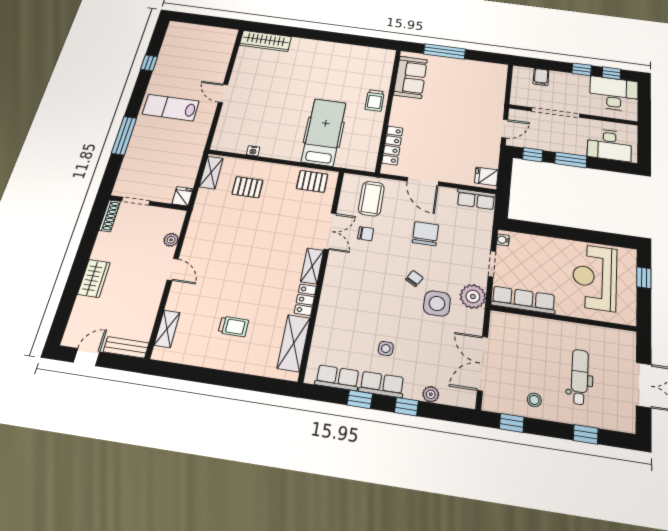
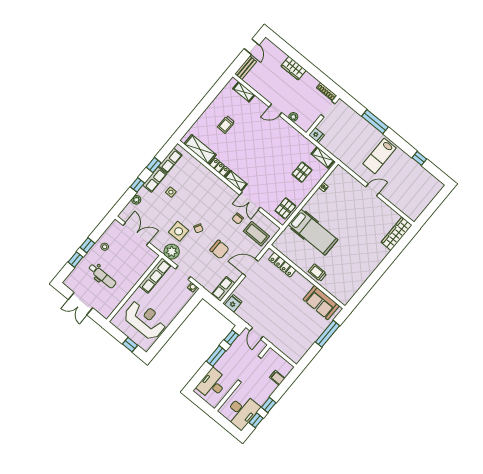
lab bench: (171, 108) -> (379, 156), turned 180
window: (512, 423) -> (87, 245), moved

